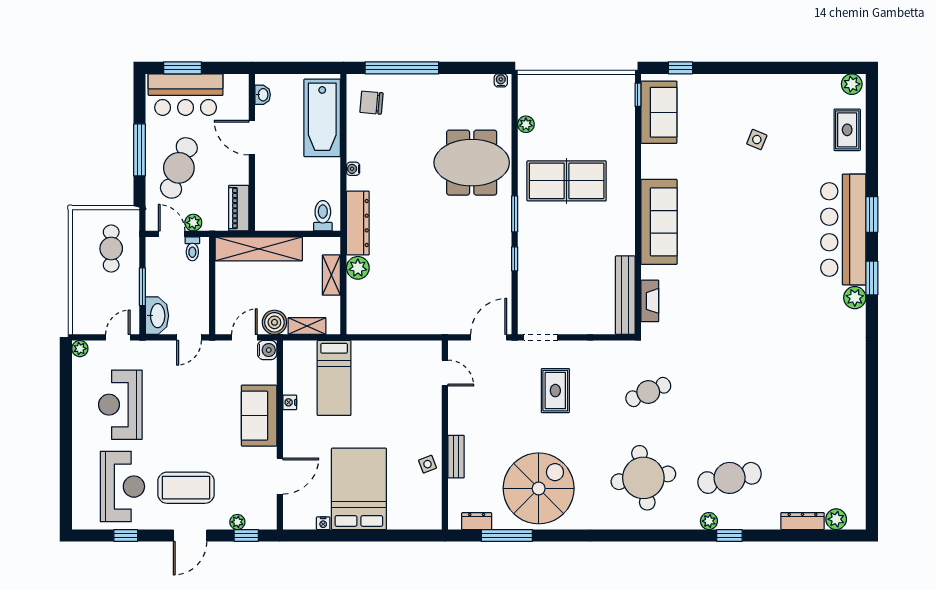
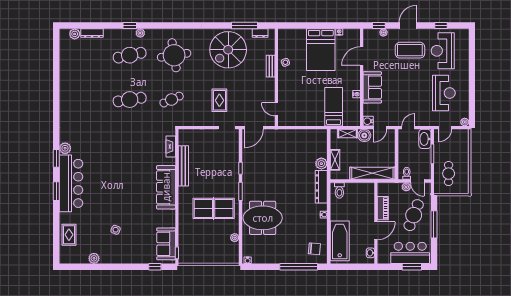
plant: (852, 84) -> (94, 258), moved
door: (252, 138) -> (376, 231), hinge flipped
piano: (239, 208) -> (383, 208), moved
bench: (625, 295) -> (183, 166), moved
cafe table: (730, 392) -> (130, 100), added

